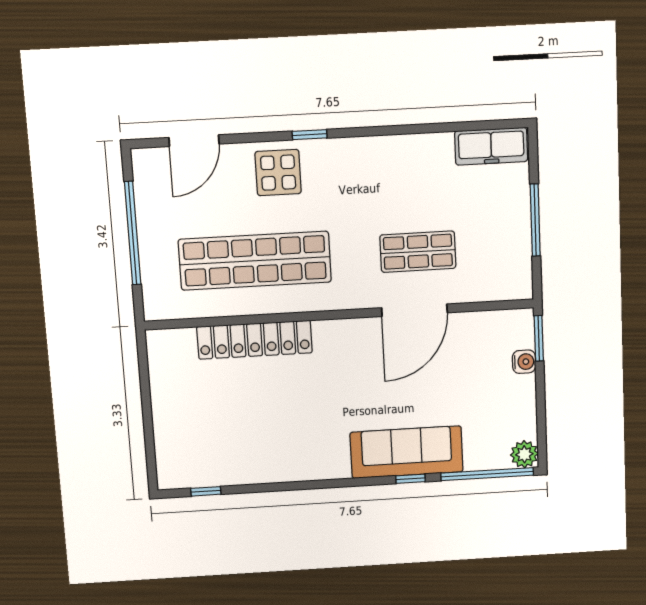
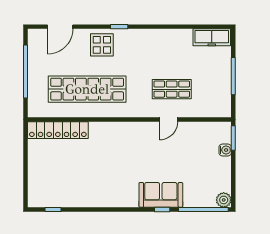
door: (414, 310) -> (168, 119), width x0.53
locker: (255, 340) -> (58, 130), moved
sofa: (407, 452) -> (161, 195), width x0.73

